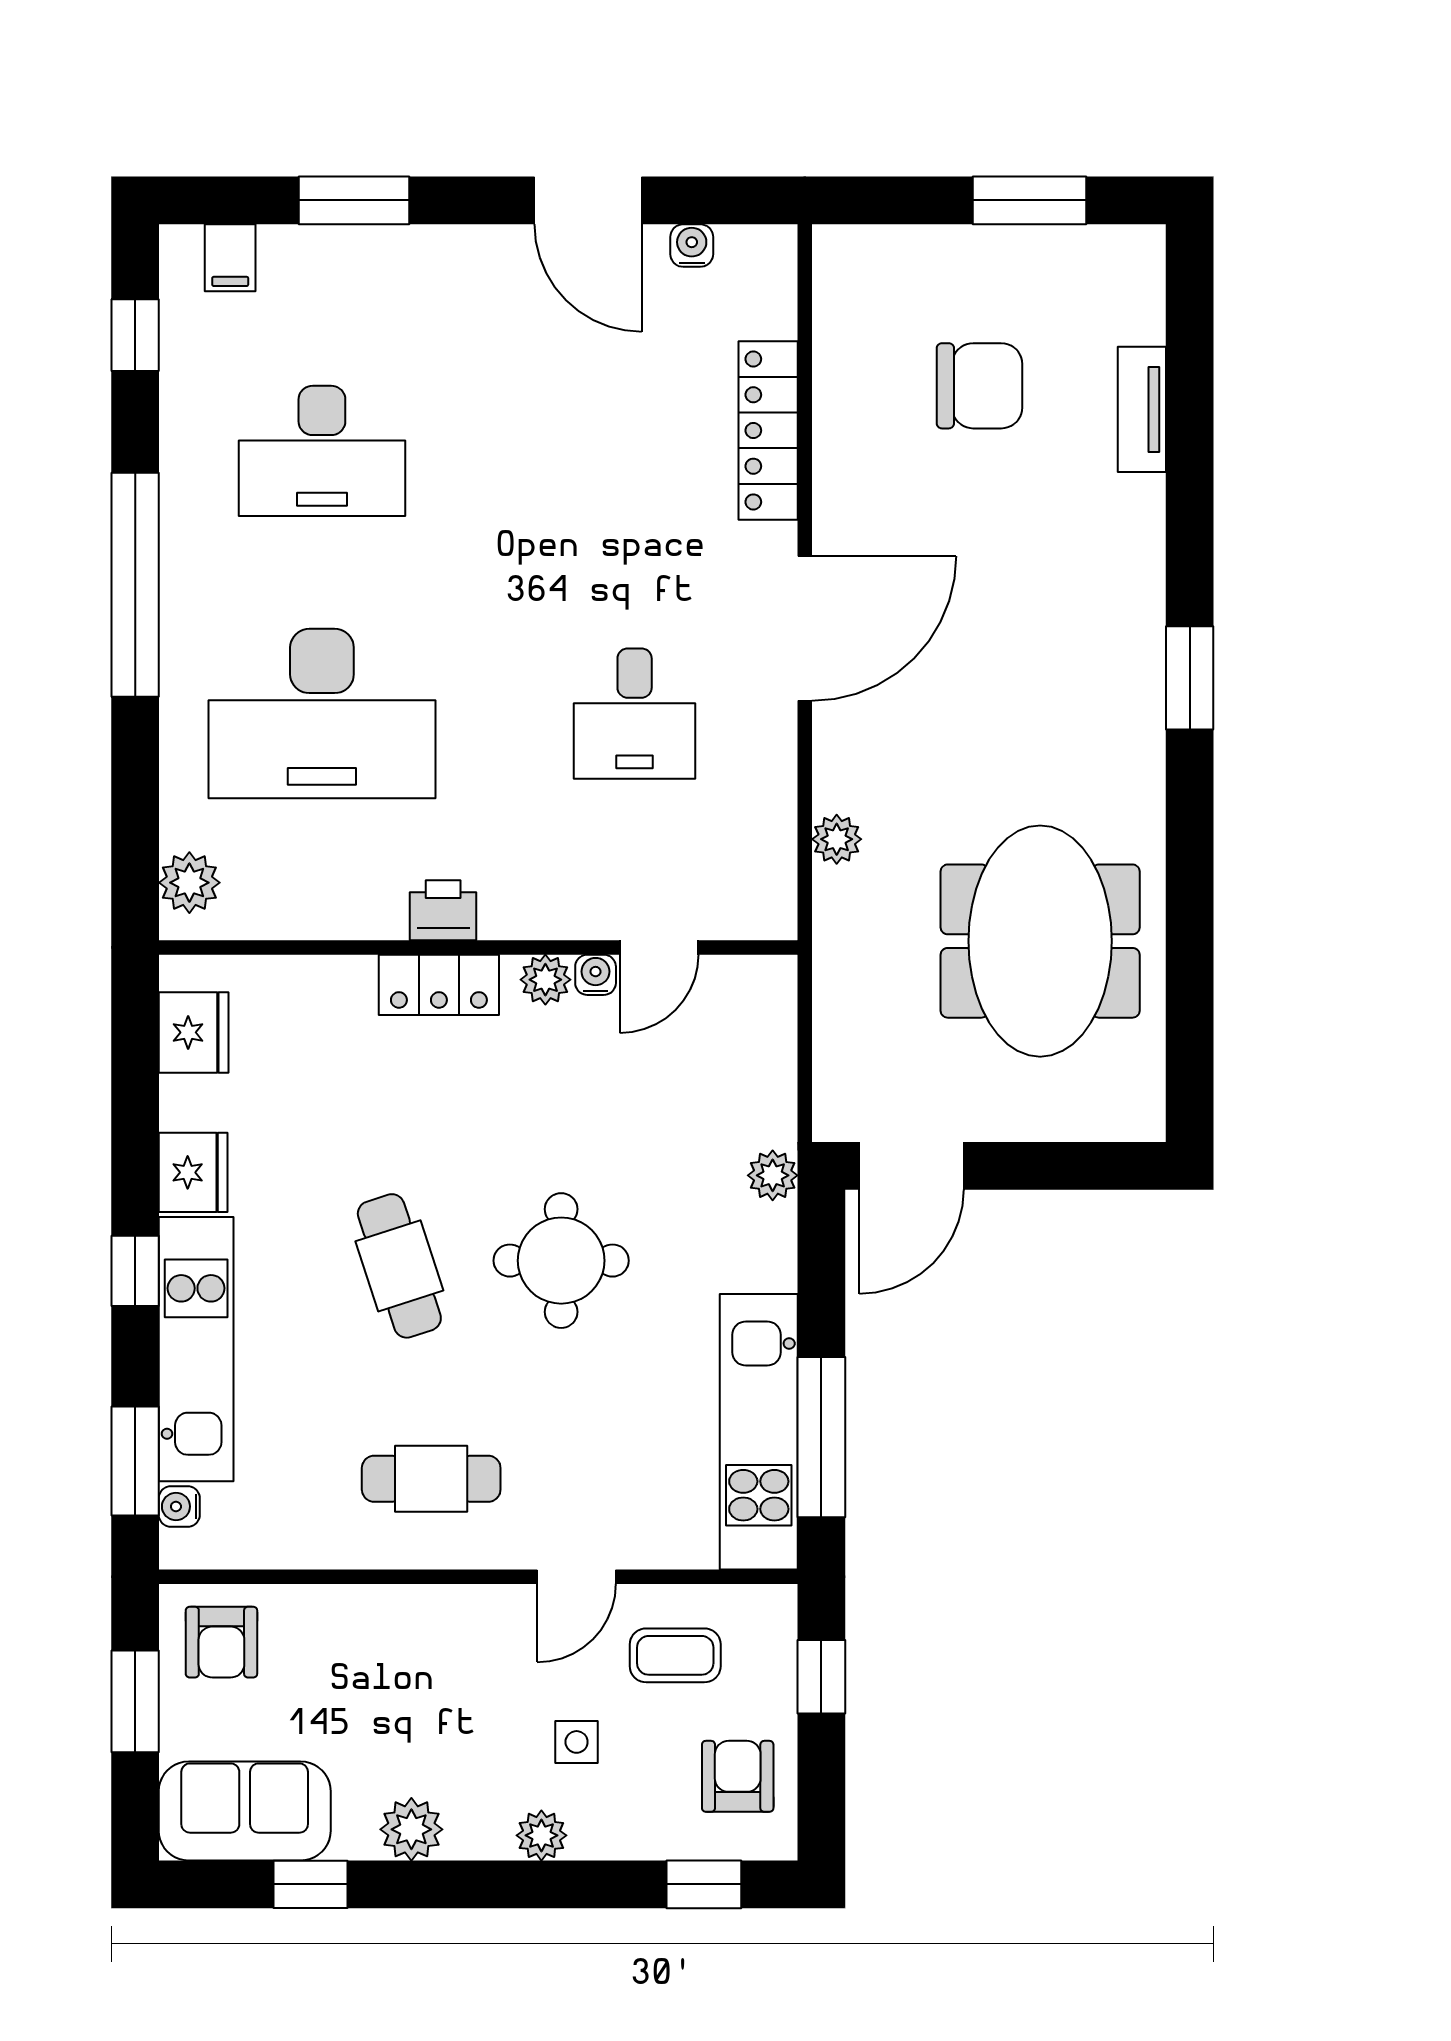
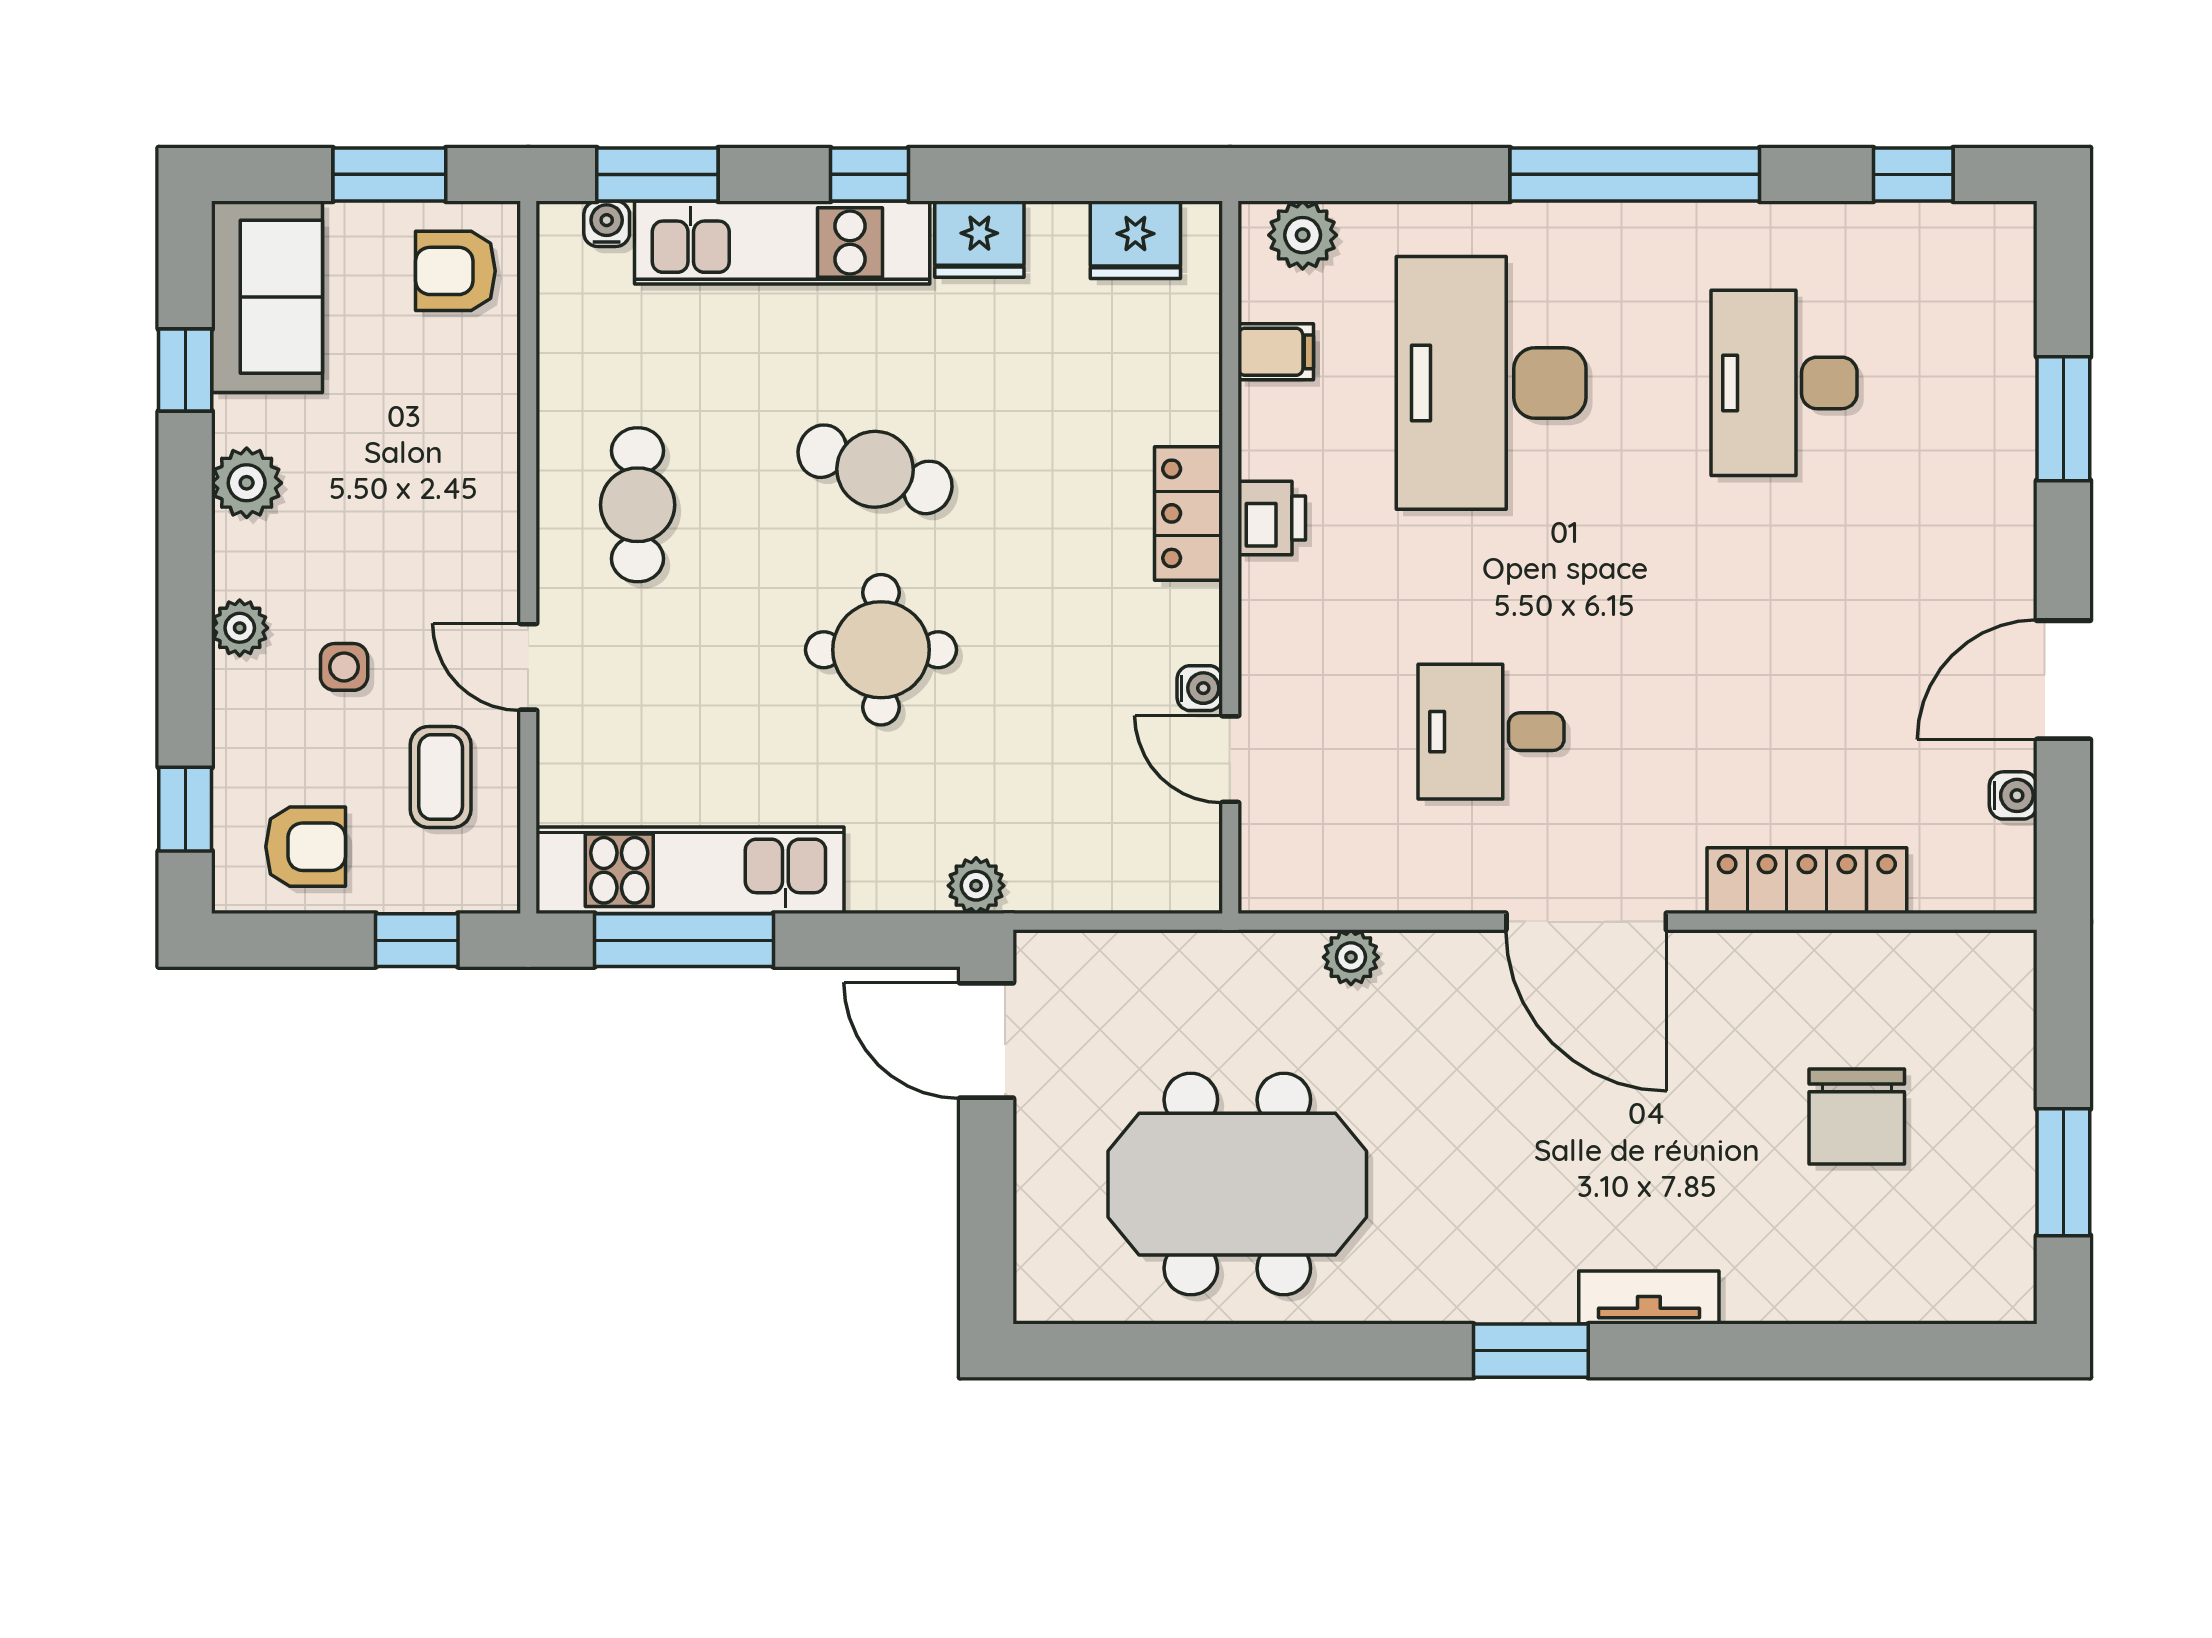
filing cabinet: (230, 258) -> (1276, 352), moved, turned 180
tv unit: (1142, 409) -> (1649, 1298), moved
plant: (545, 980) -> (1194, 632), removed
cafe table: (399, 1266) -> (875, 469), turned 37

